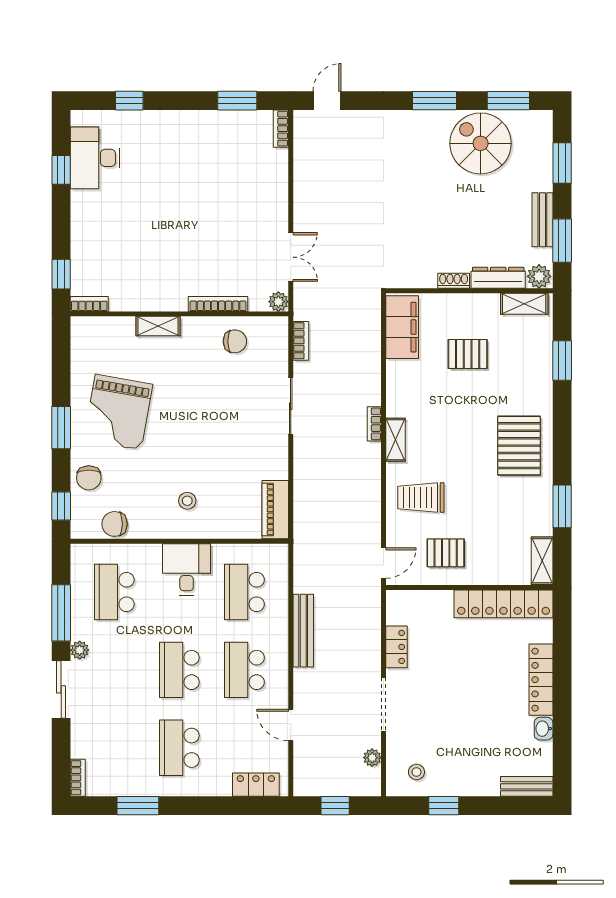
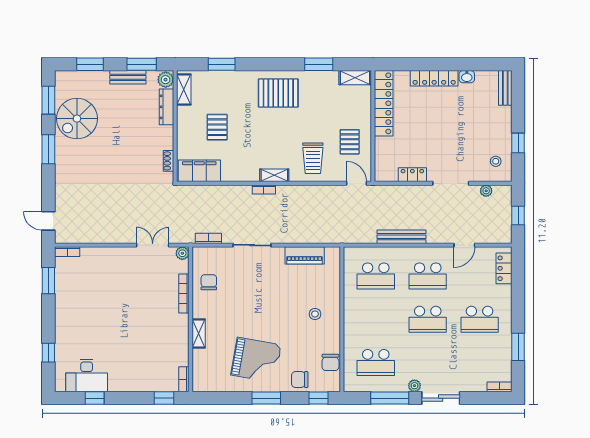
shoe rack: (454, 281) -> (168, 161), moved
chair: (89, 478) -> (300, 380), turned 180
piano: (275, 510) -> (305, 255), moved
desk: (187, 569) -> (361, 314), removed

